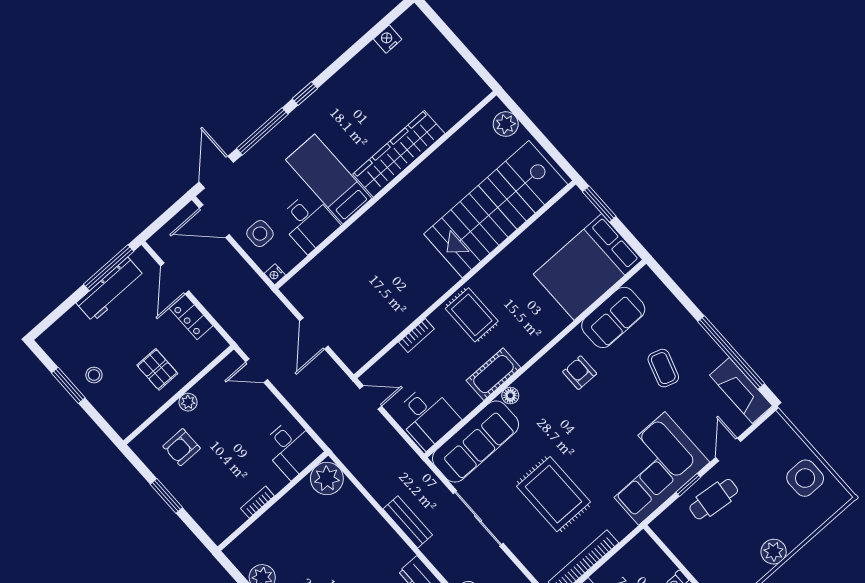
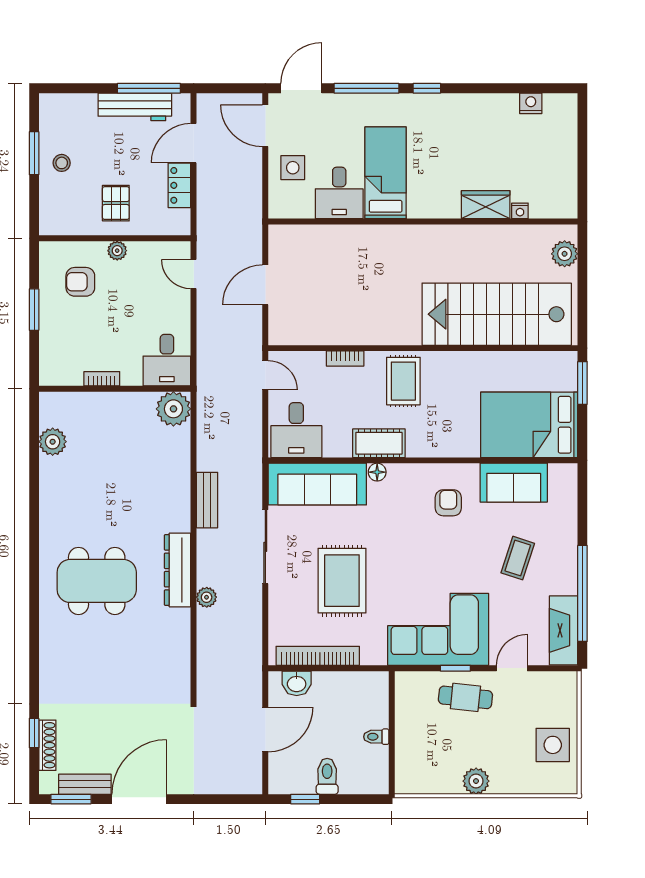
wardrobe: (399, 154) -> (486, 205), width x0.48, depth x0.85
nightstand: (275, 274) -> (520, 211), moved, turned -90

